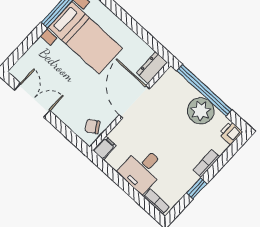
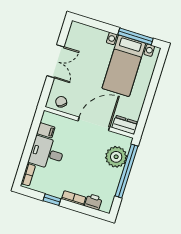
double door: (32, 100) -> (55, 61), moved
plant: (201, 111) -> (116, 157), moved
printer: (231, 133) -> (93, 202), moved
filing cabinet: (105, 148) -> (46, 130), moved

